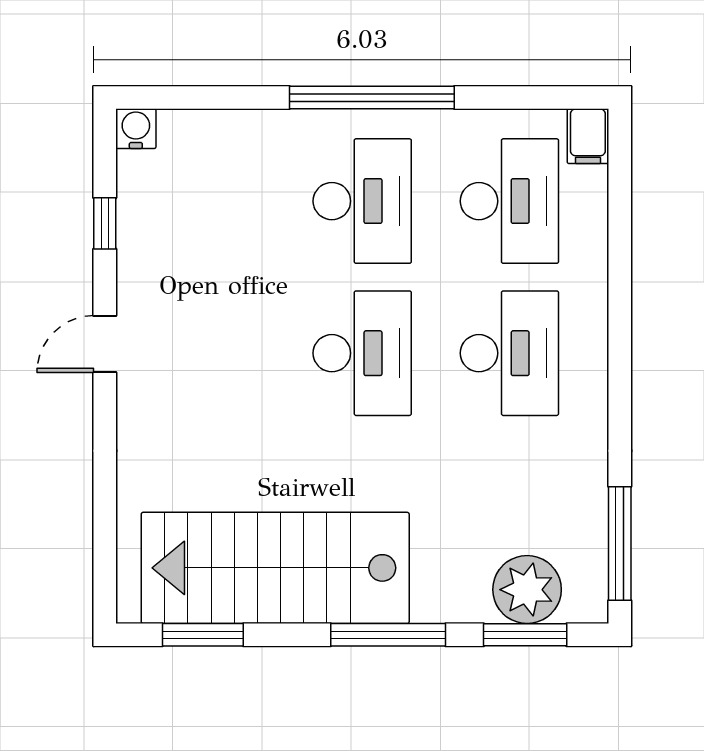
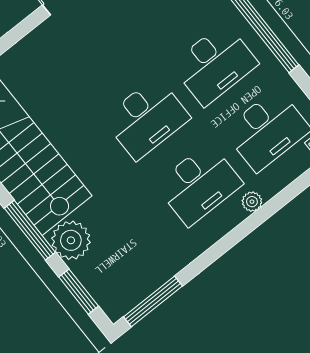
plant: (591, 300) -> (252, 202), added
plant: (527, 590) -> (71, 240), moved

